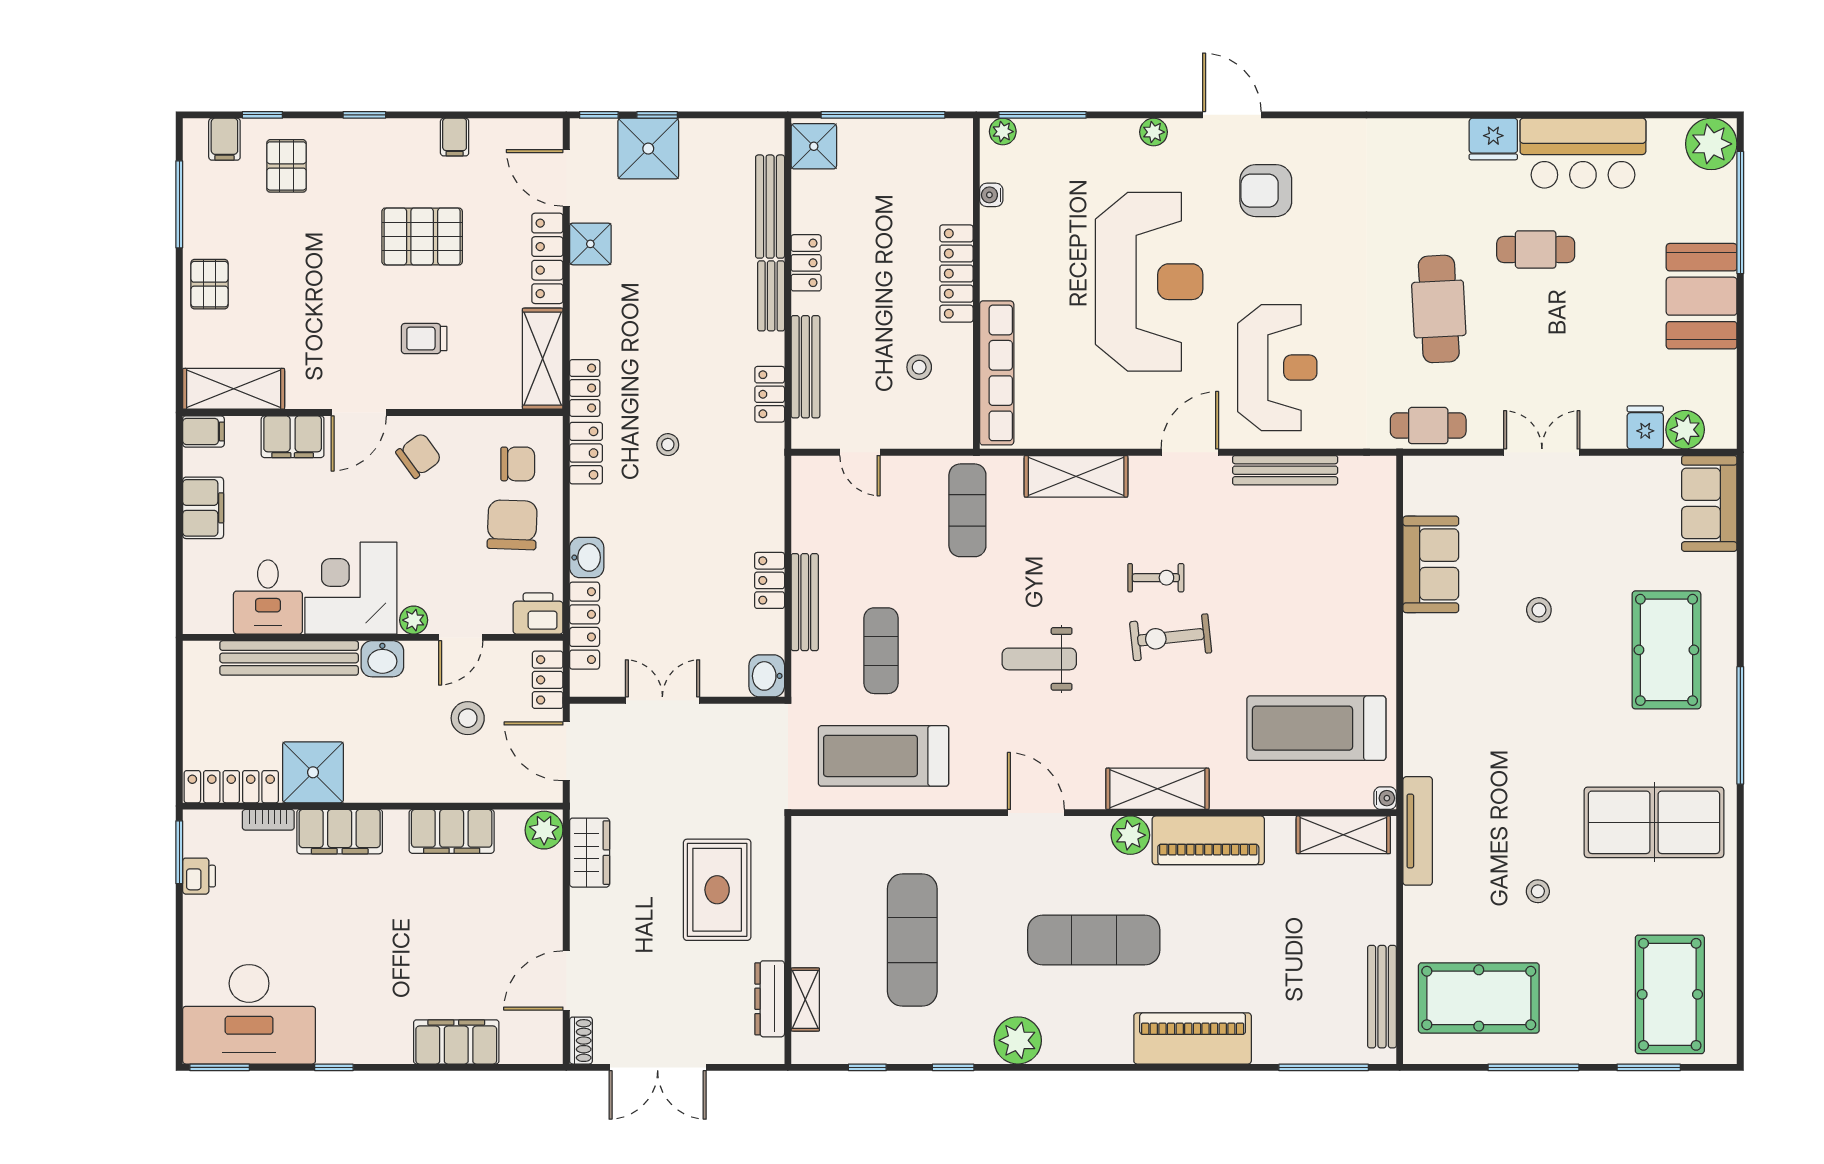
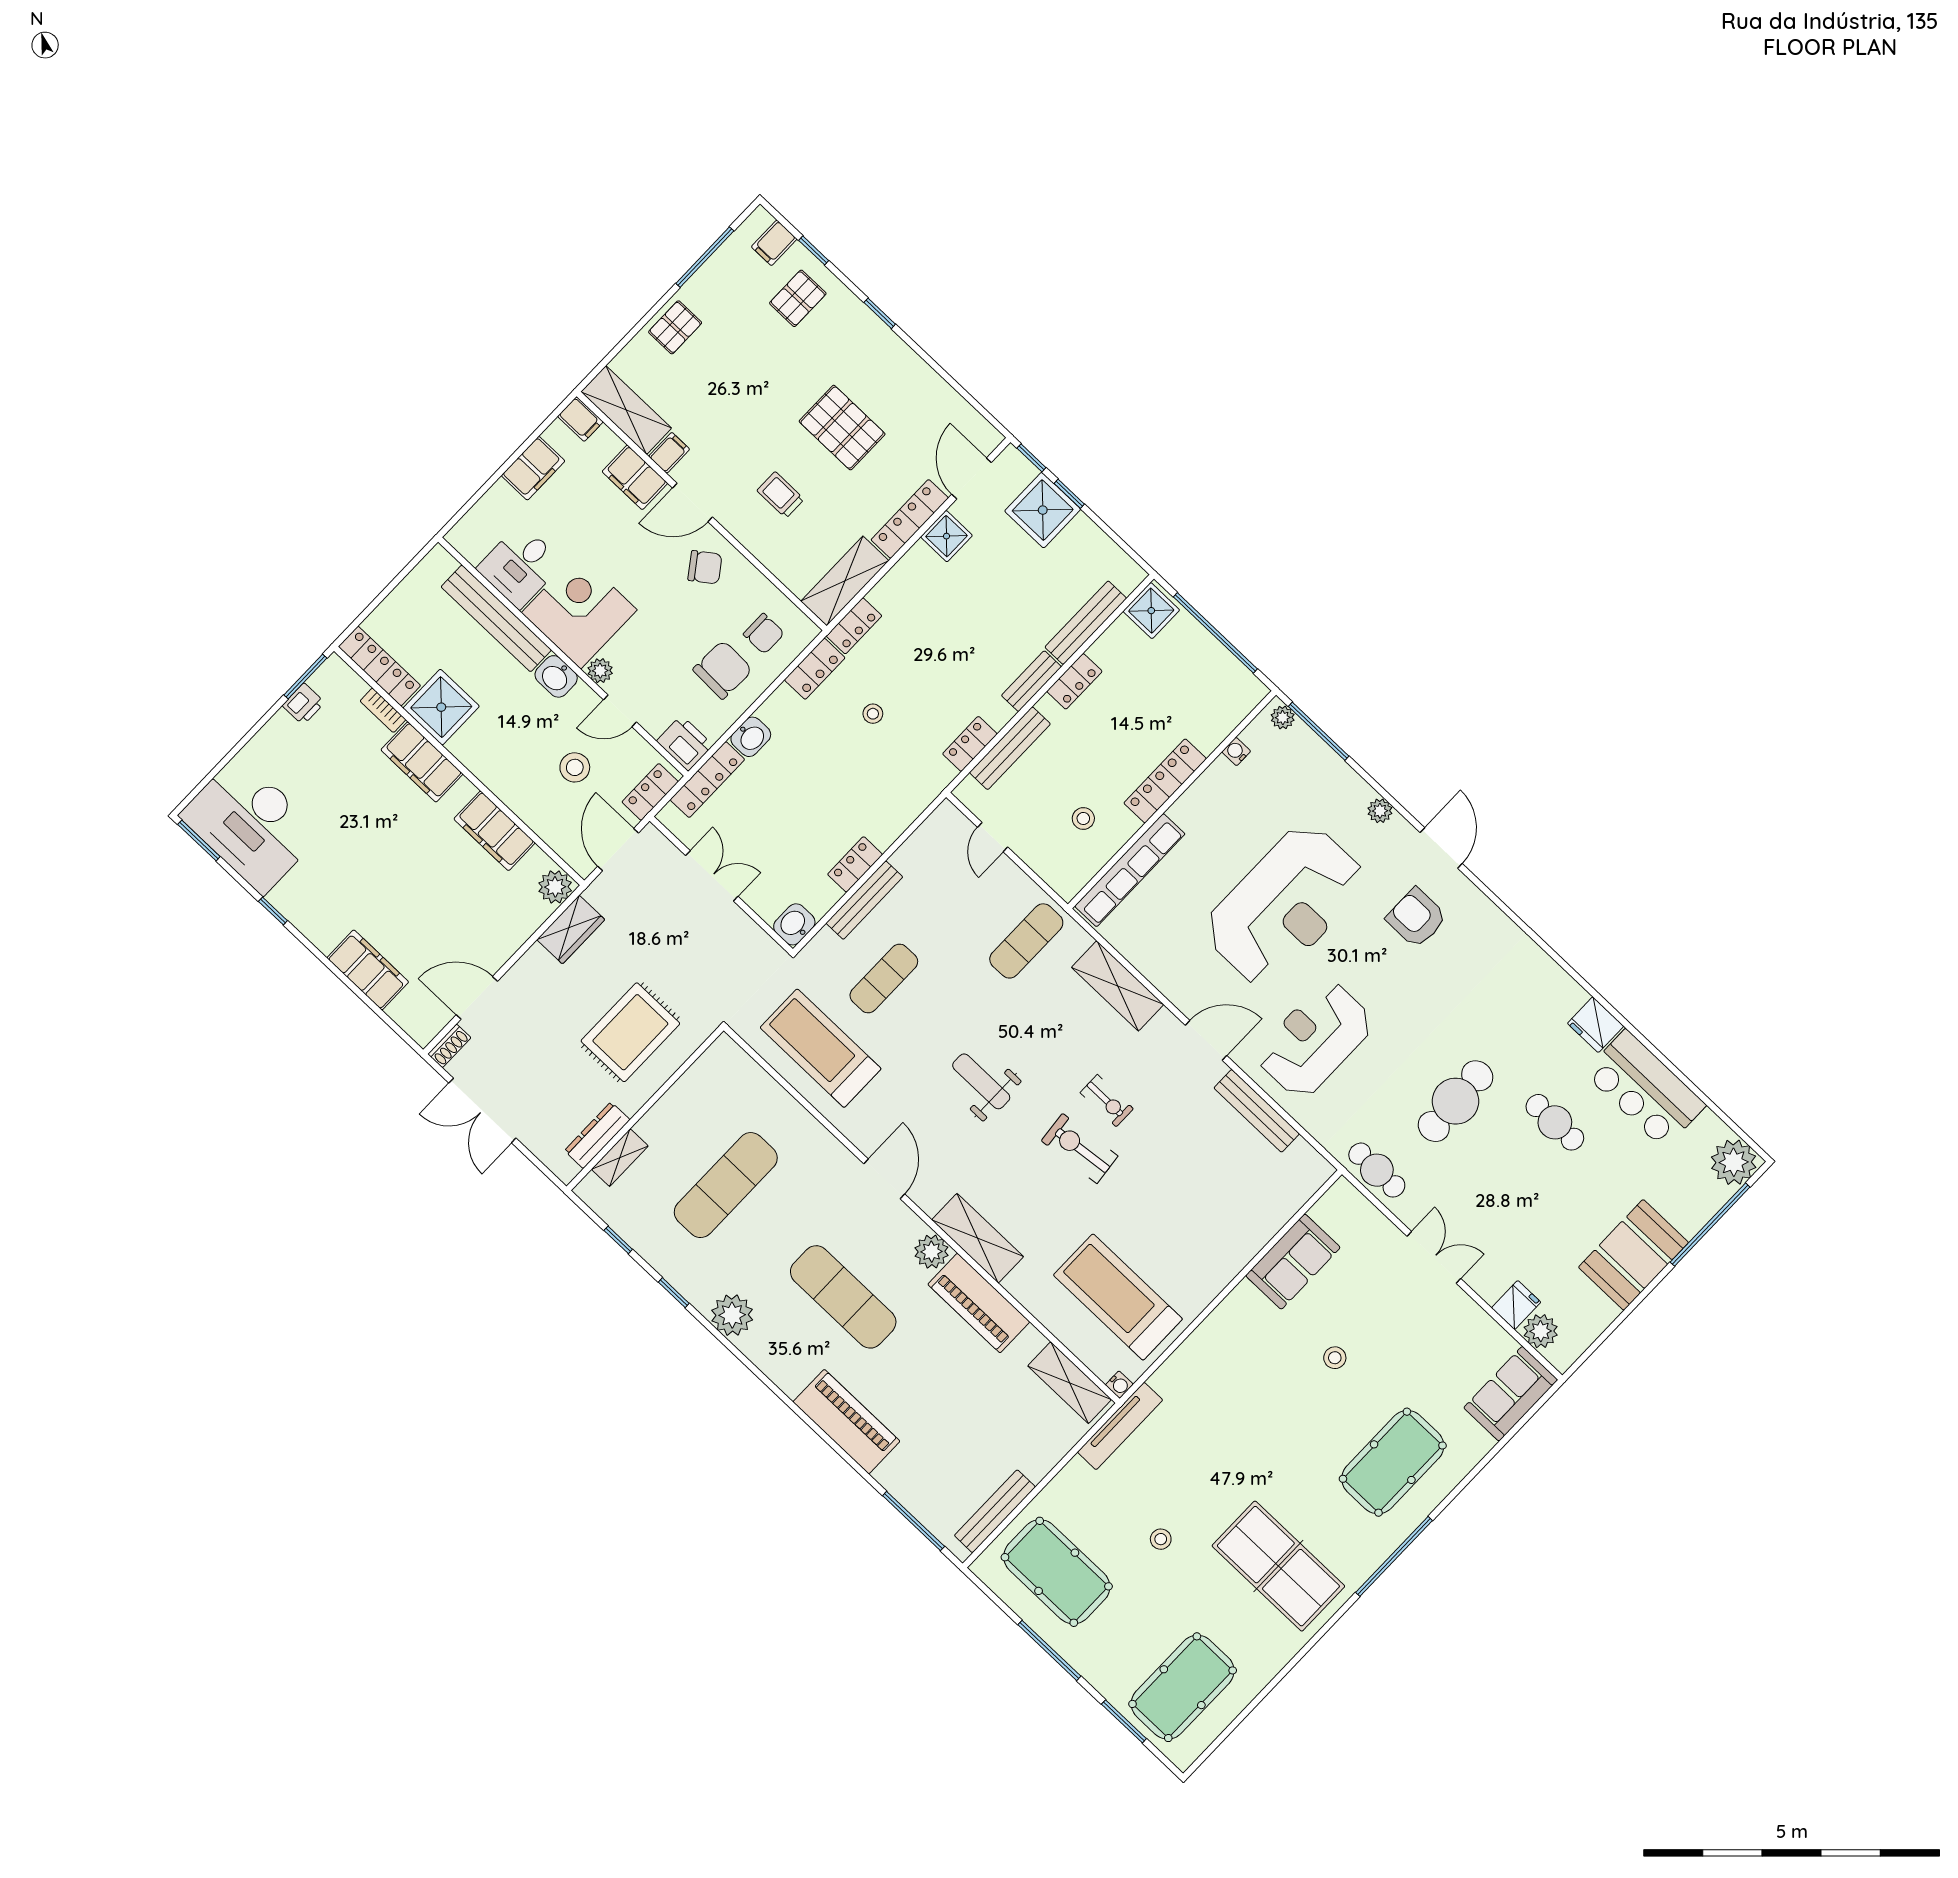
filing cabinet: (455, 137) -> (669, 453), moved, turned 180
reception desk: (1277, 368) -> (1315, 1040), turned 180

